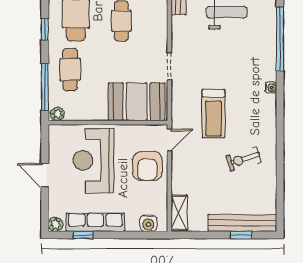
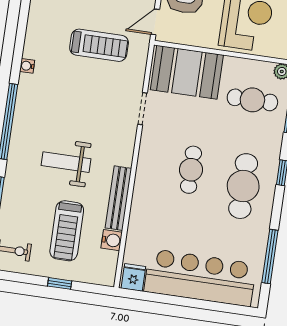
cafe table: (70, 69) -> (252, 100), moved, turned 90
treadmill: (213, 114) -> (99, 45), turned 90

